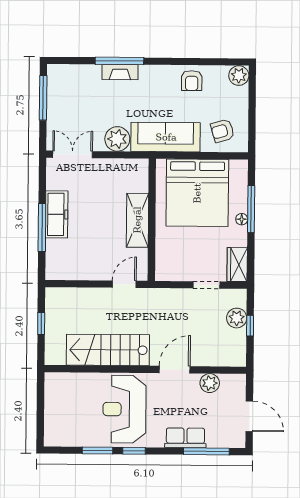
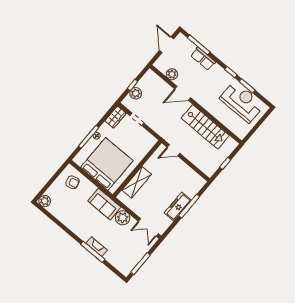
armchair: (192, 81) -> (68, 216), removed
sofa: (166, 137) -> (104, 204), width x0.73
shelving: (137, 220) -> (137, 182), moved
reception desk: (124, 409) -> (242, 102), moved, turned -90

